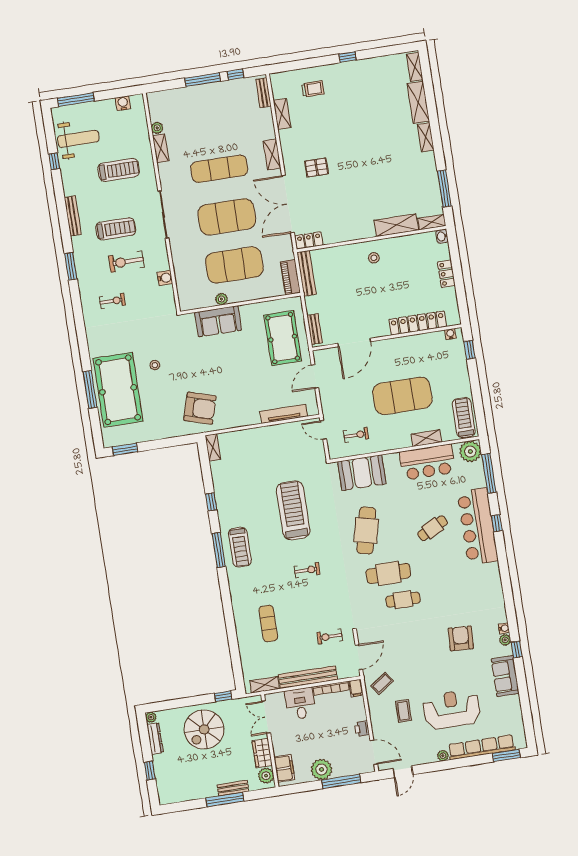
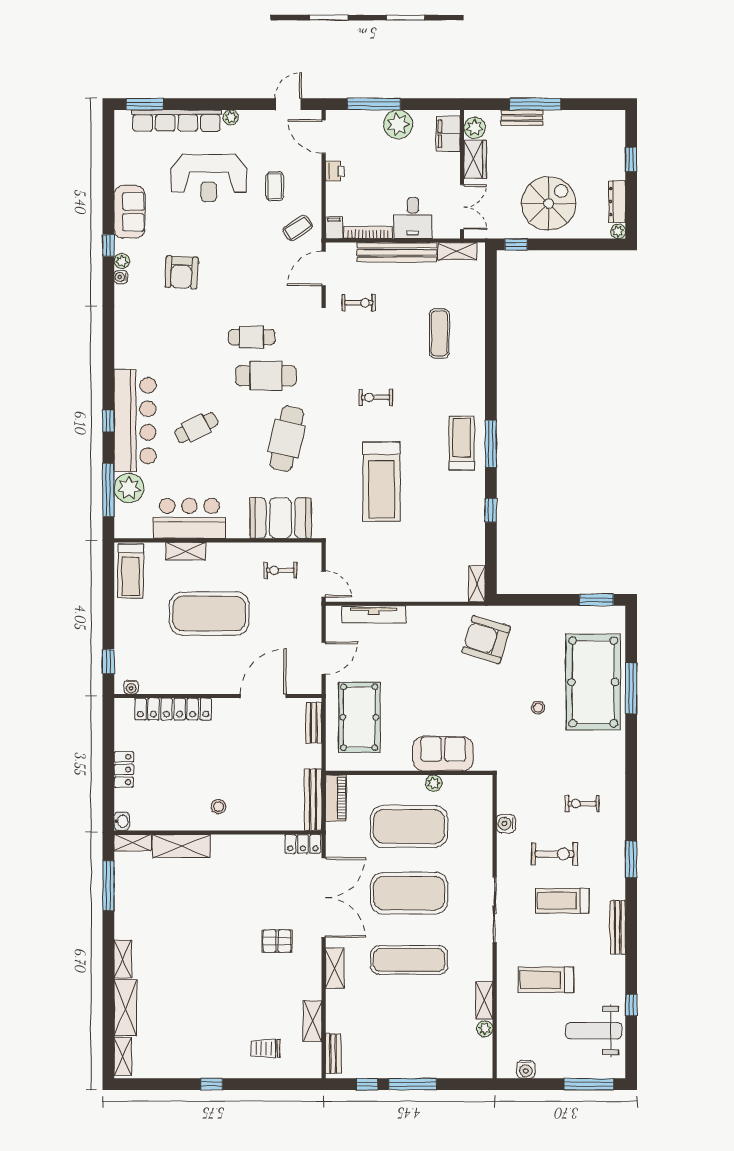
plant: (470, 451) -> (129, 488), moved

